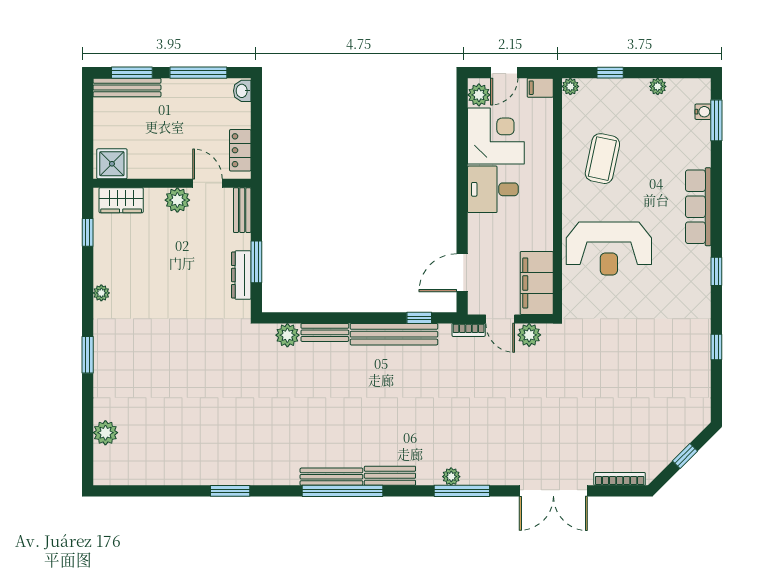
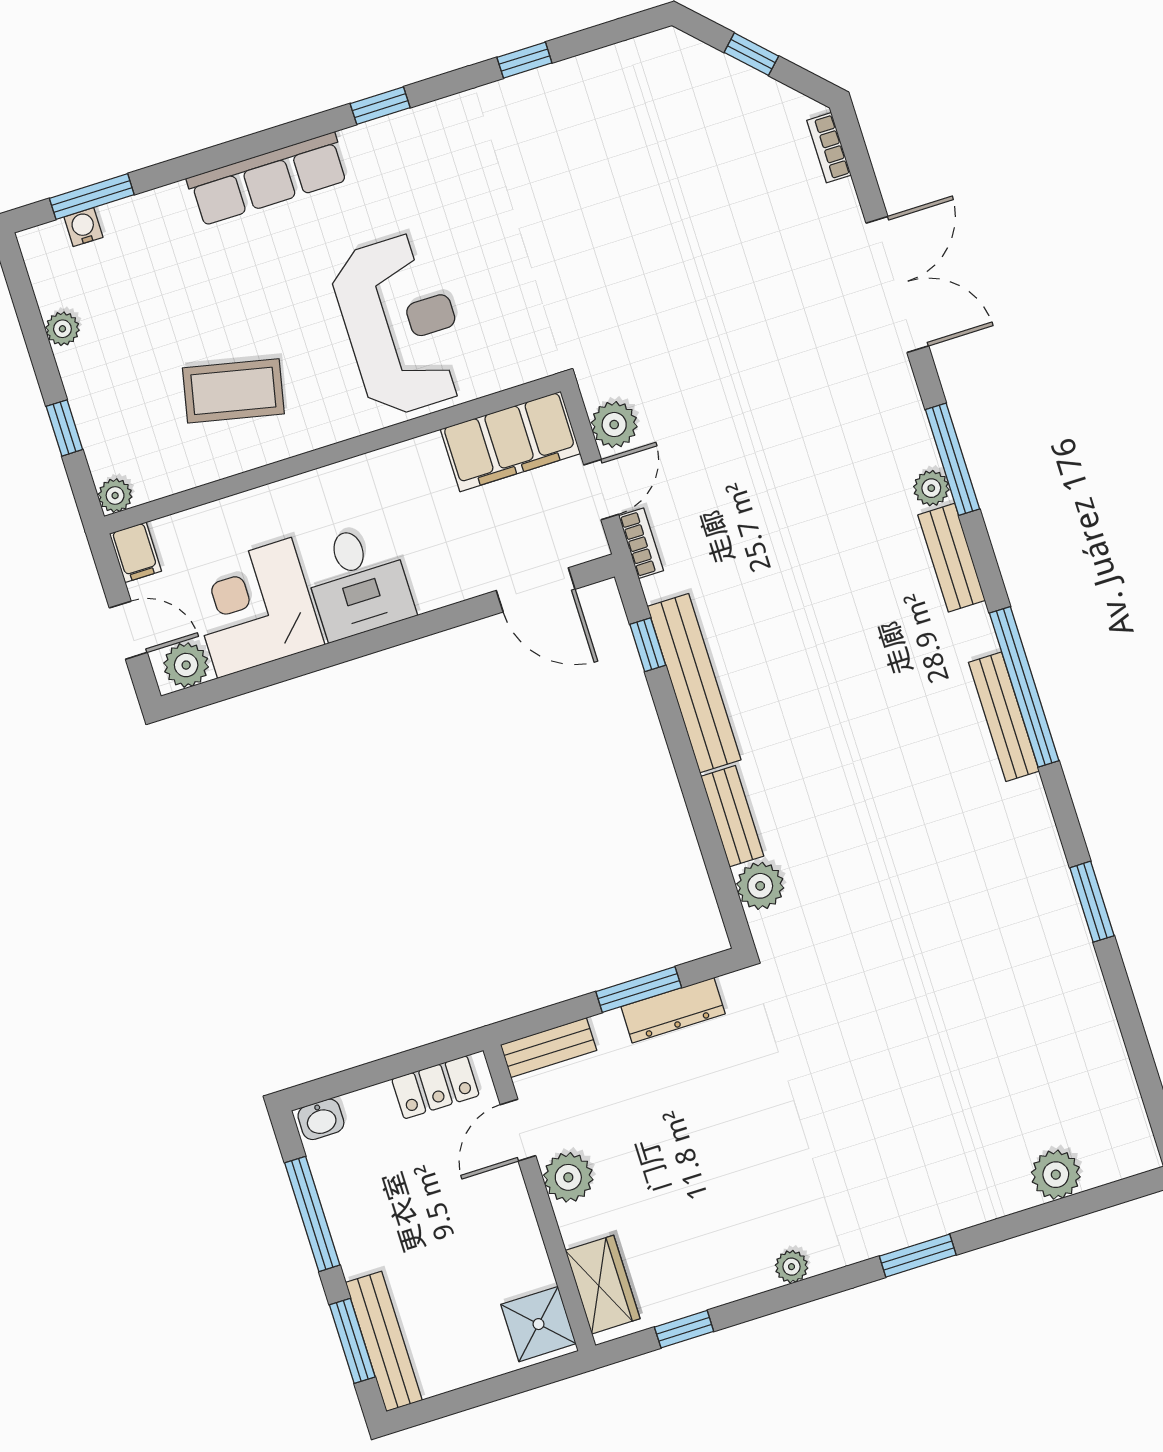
bench: (390, 476) -> (952, 558), moved
bookcase: (620, 479) -> (829, 148), width x0.64

